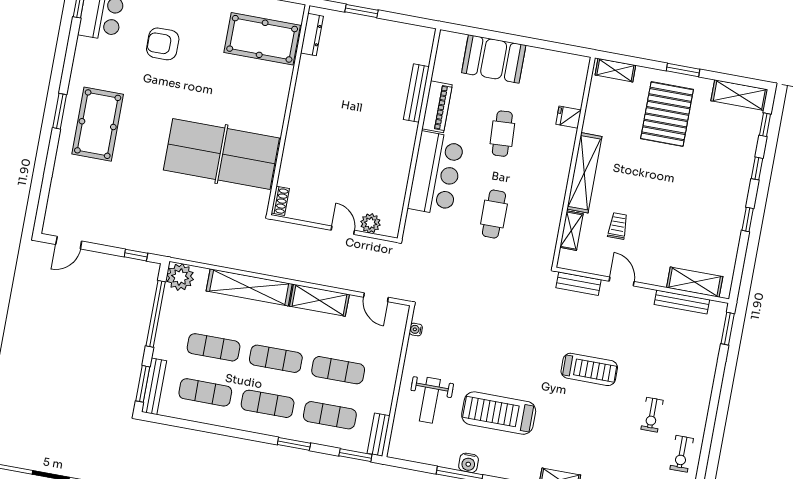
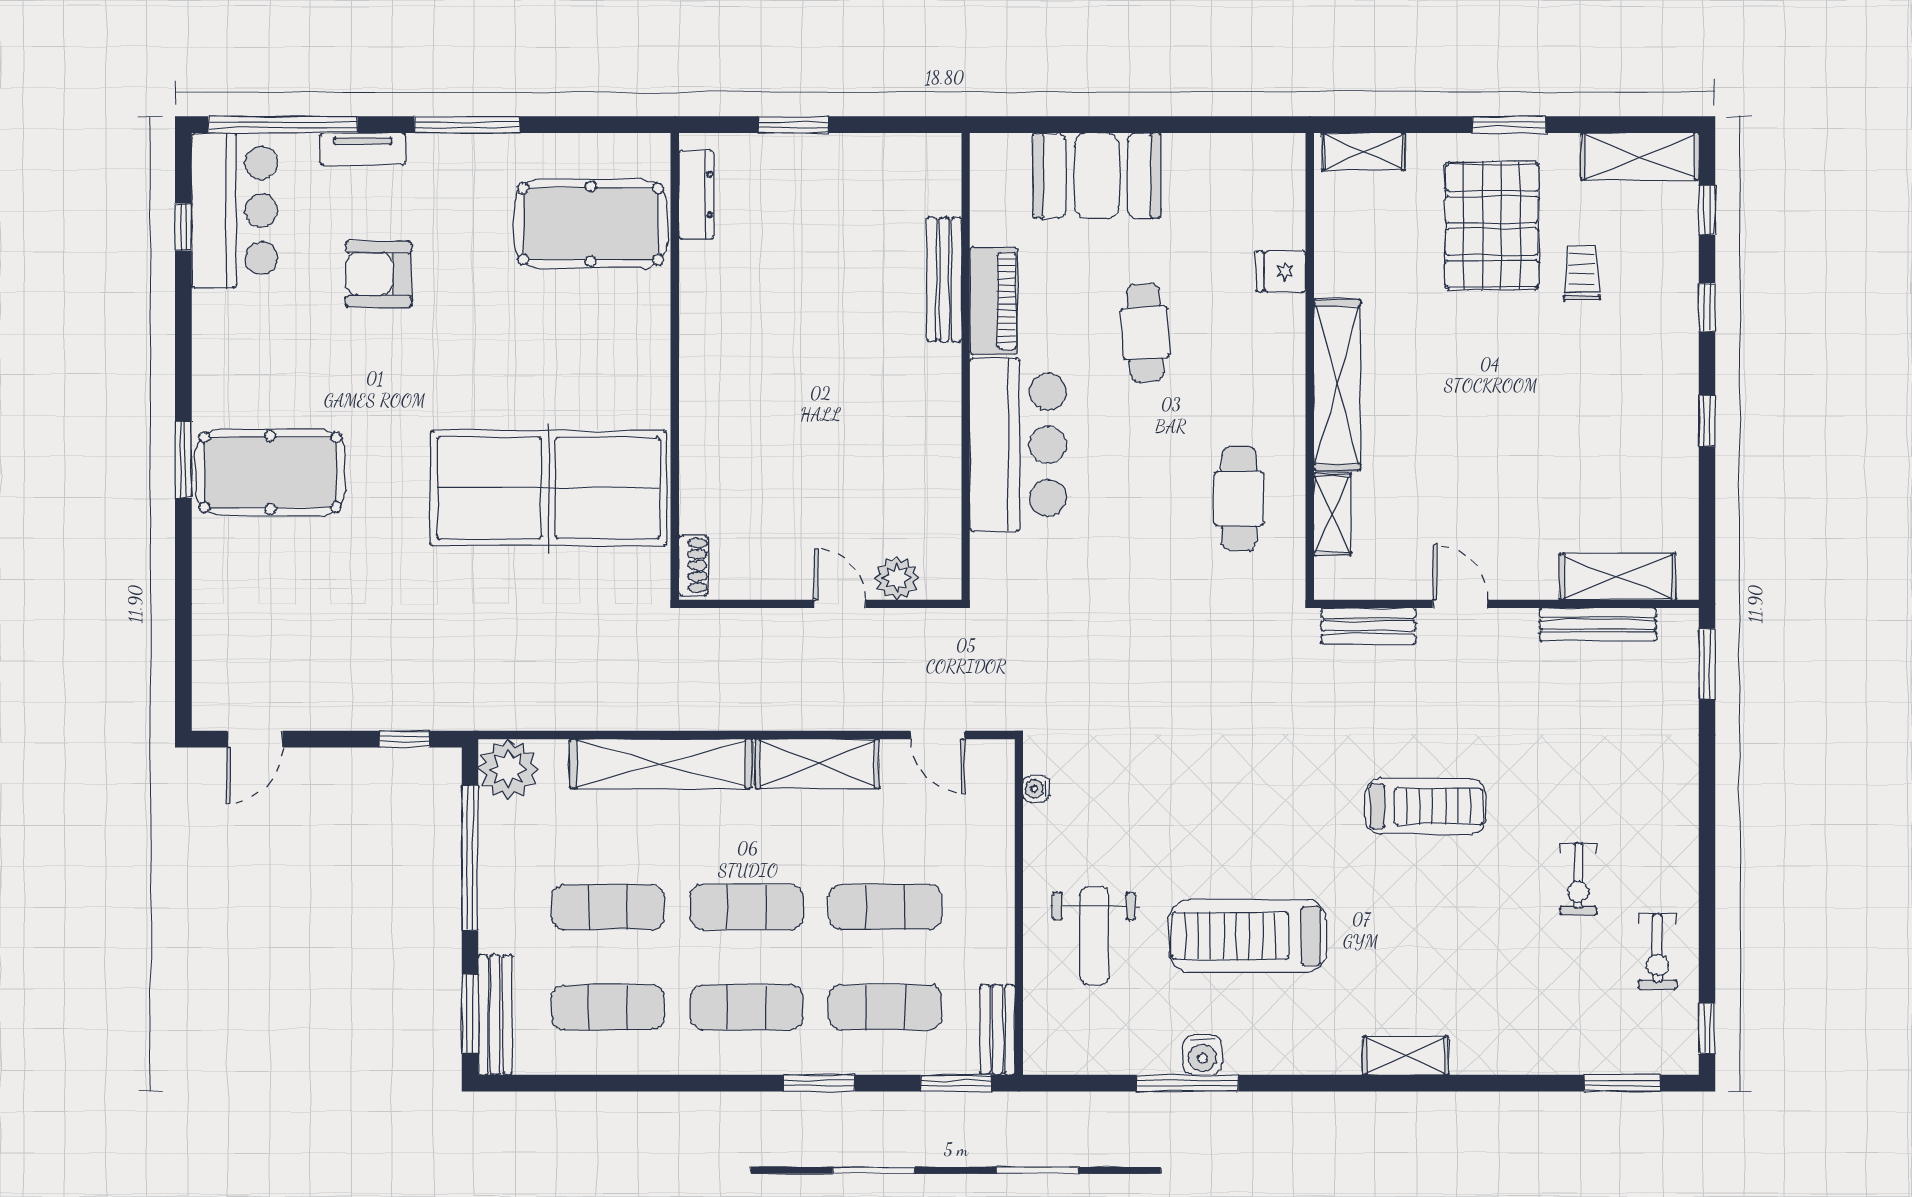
pool table: (98, 124) -> (270, 472), turned 90
cafe table: (494, 214) -> (1239, 498), moved
trolley: (618, 226) -> (1582, 272), moved

